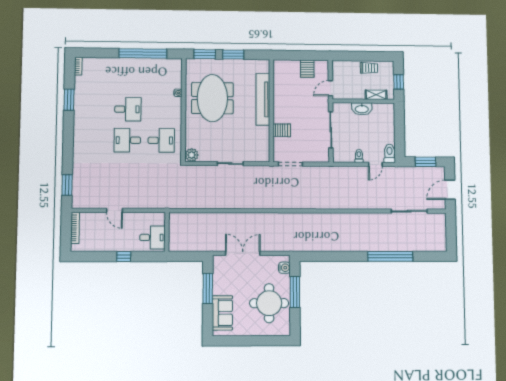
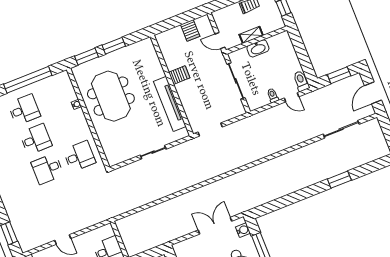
desk: (128, 78) -> (24, 110), added
door: (330, 88) -> (220, 41), hinge flipped
shelving: (376, 95) -> (251, 35), moved
tv unit: (263, 99) -> (170, 104), moved
server rack: (282, 130) -> (179, 75), moved
plant: (192, 155) -> (113, 159), removed
door: (375, 164) -> (292, 97), hinge flipped
double door: (243, 253) -> (215, 226), moved
window: (390, 256) -> (339, 180), width x0.47

